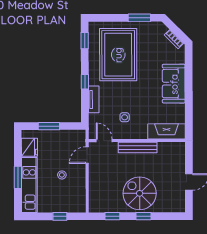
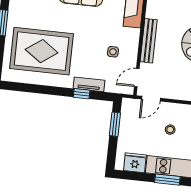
window: (85, 41) -> (22, 87), removed
window: (85, 82) -> (82, 94), moved
window: (49, 126) -> (115, 124), moved
door: (87, 155) -> (151, 99), hinge flipped

